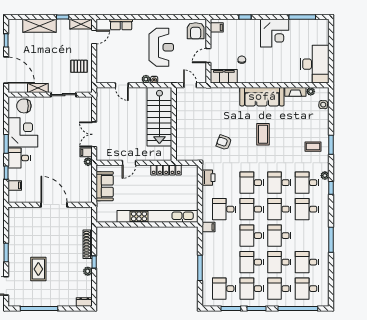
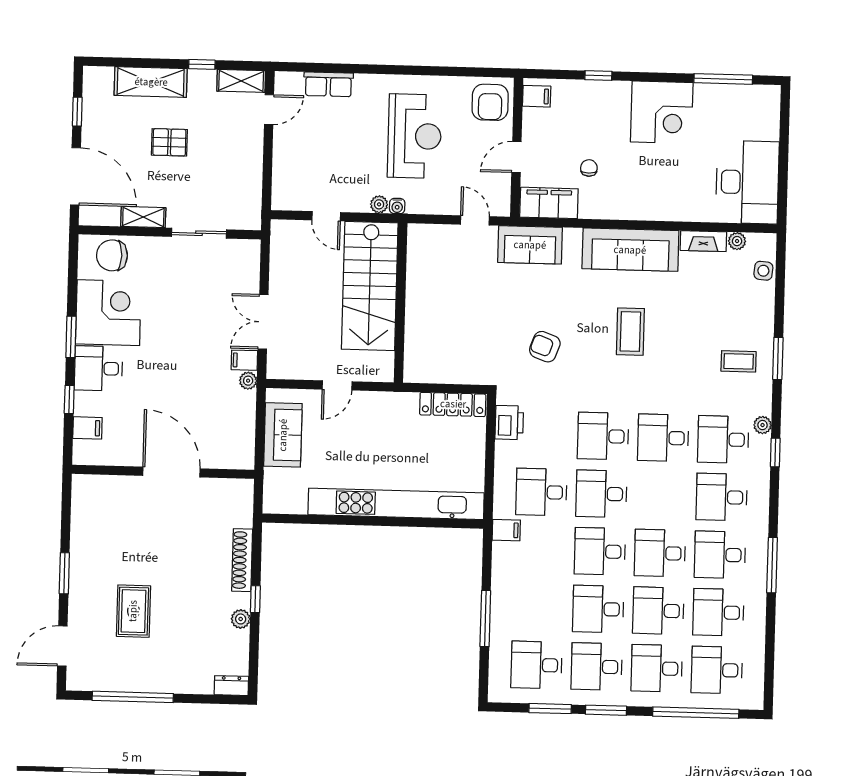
pallet: (79, 66) -> (169, 142), moved
sofa: (216, 96) -> (530, 245), added
stairs: (159, 117) -> (370, 286), moved
wall: (174, 124) -> (401, 303), moved
locker: (166, 170) -> (453, 404), moved
desk: (279, 209) -> (720, 555), moved

